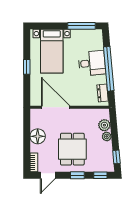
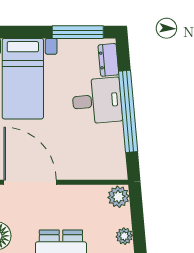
dresser: (103, 93) -> (108, 60), moved
plant: (104, 125) -> (118, 197), moved

